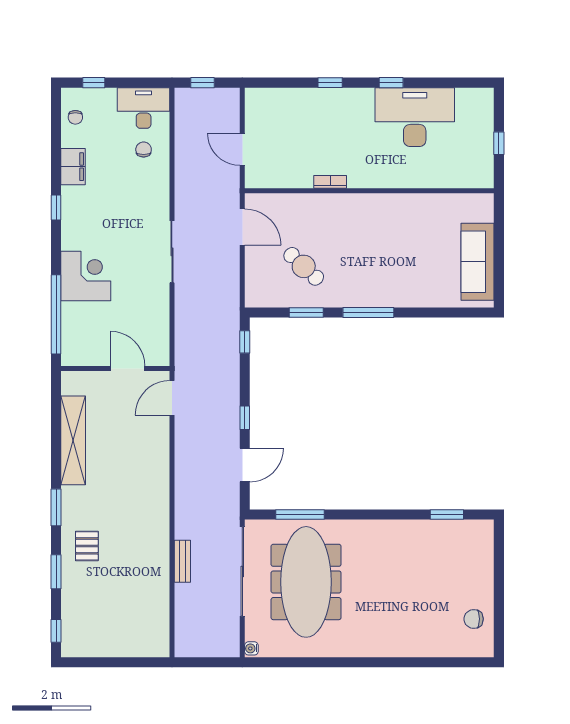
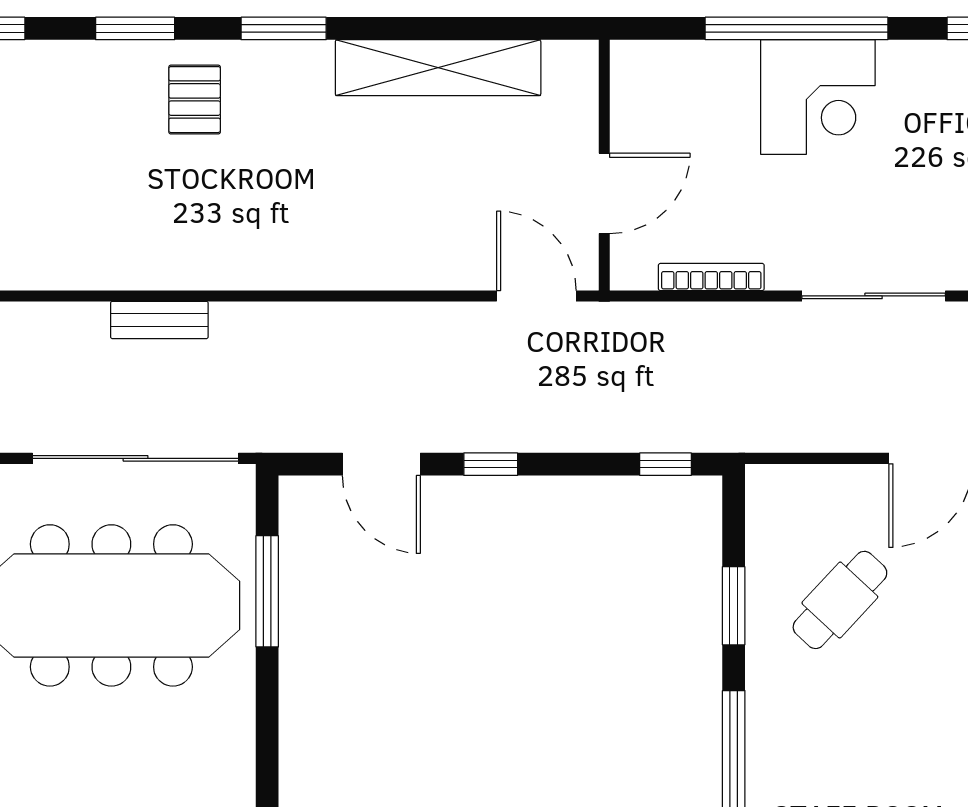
window: (56, 314) -> (797, 28), moved
bookcase: (164, 322) -> (711, 277), added
pallet: (87, 546) -> (195, 100), turned 90

